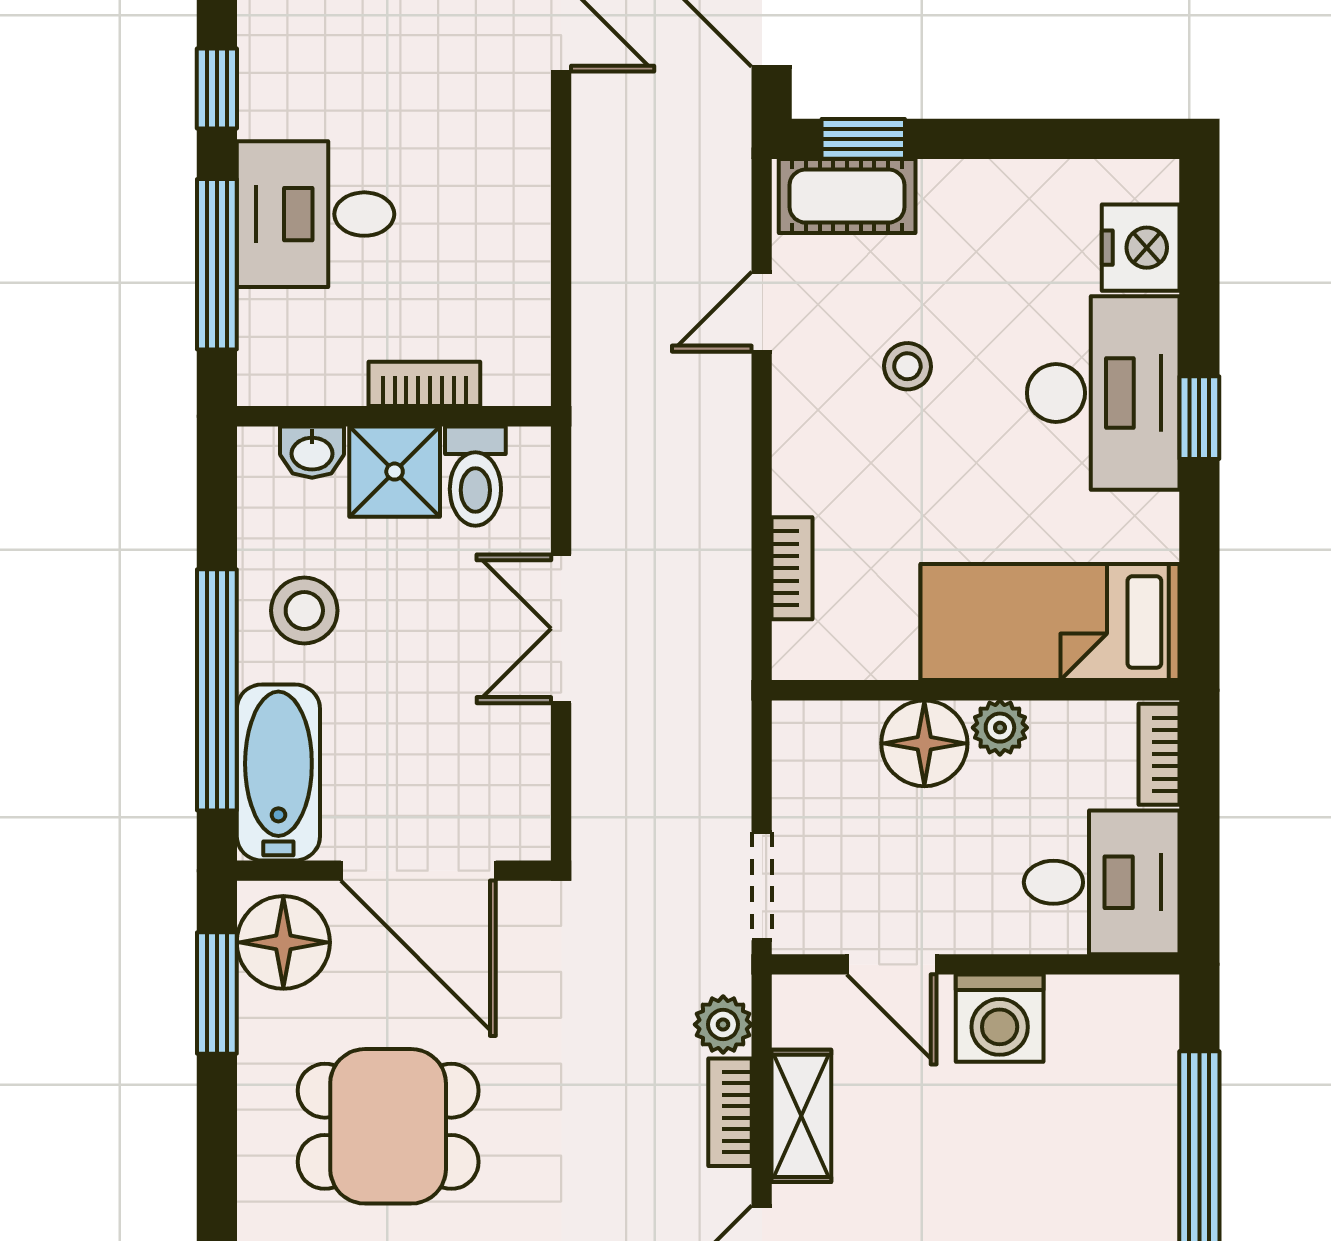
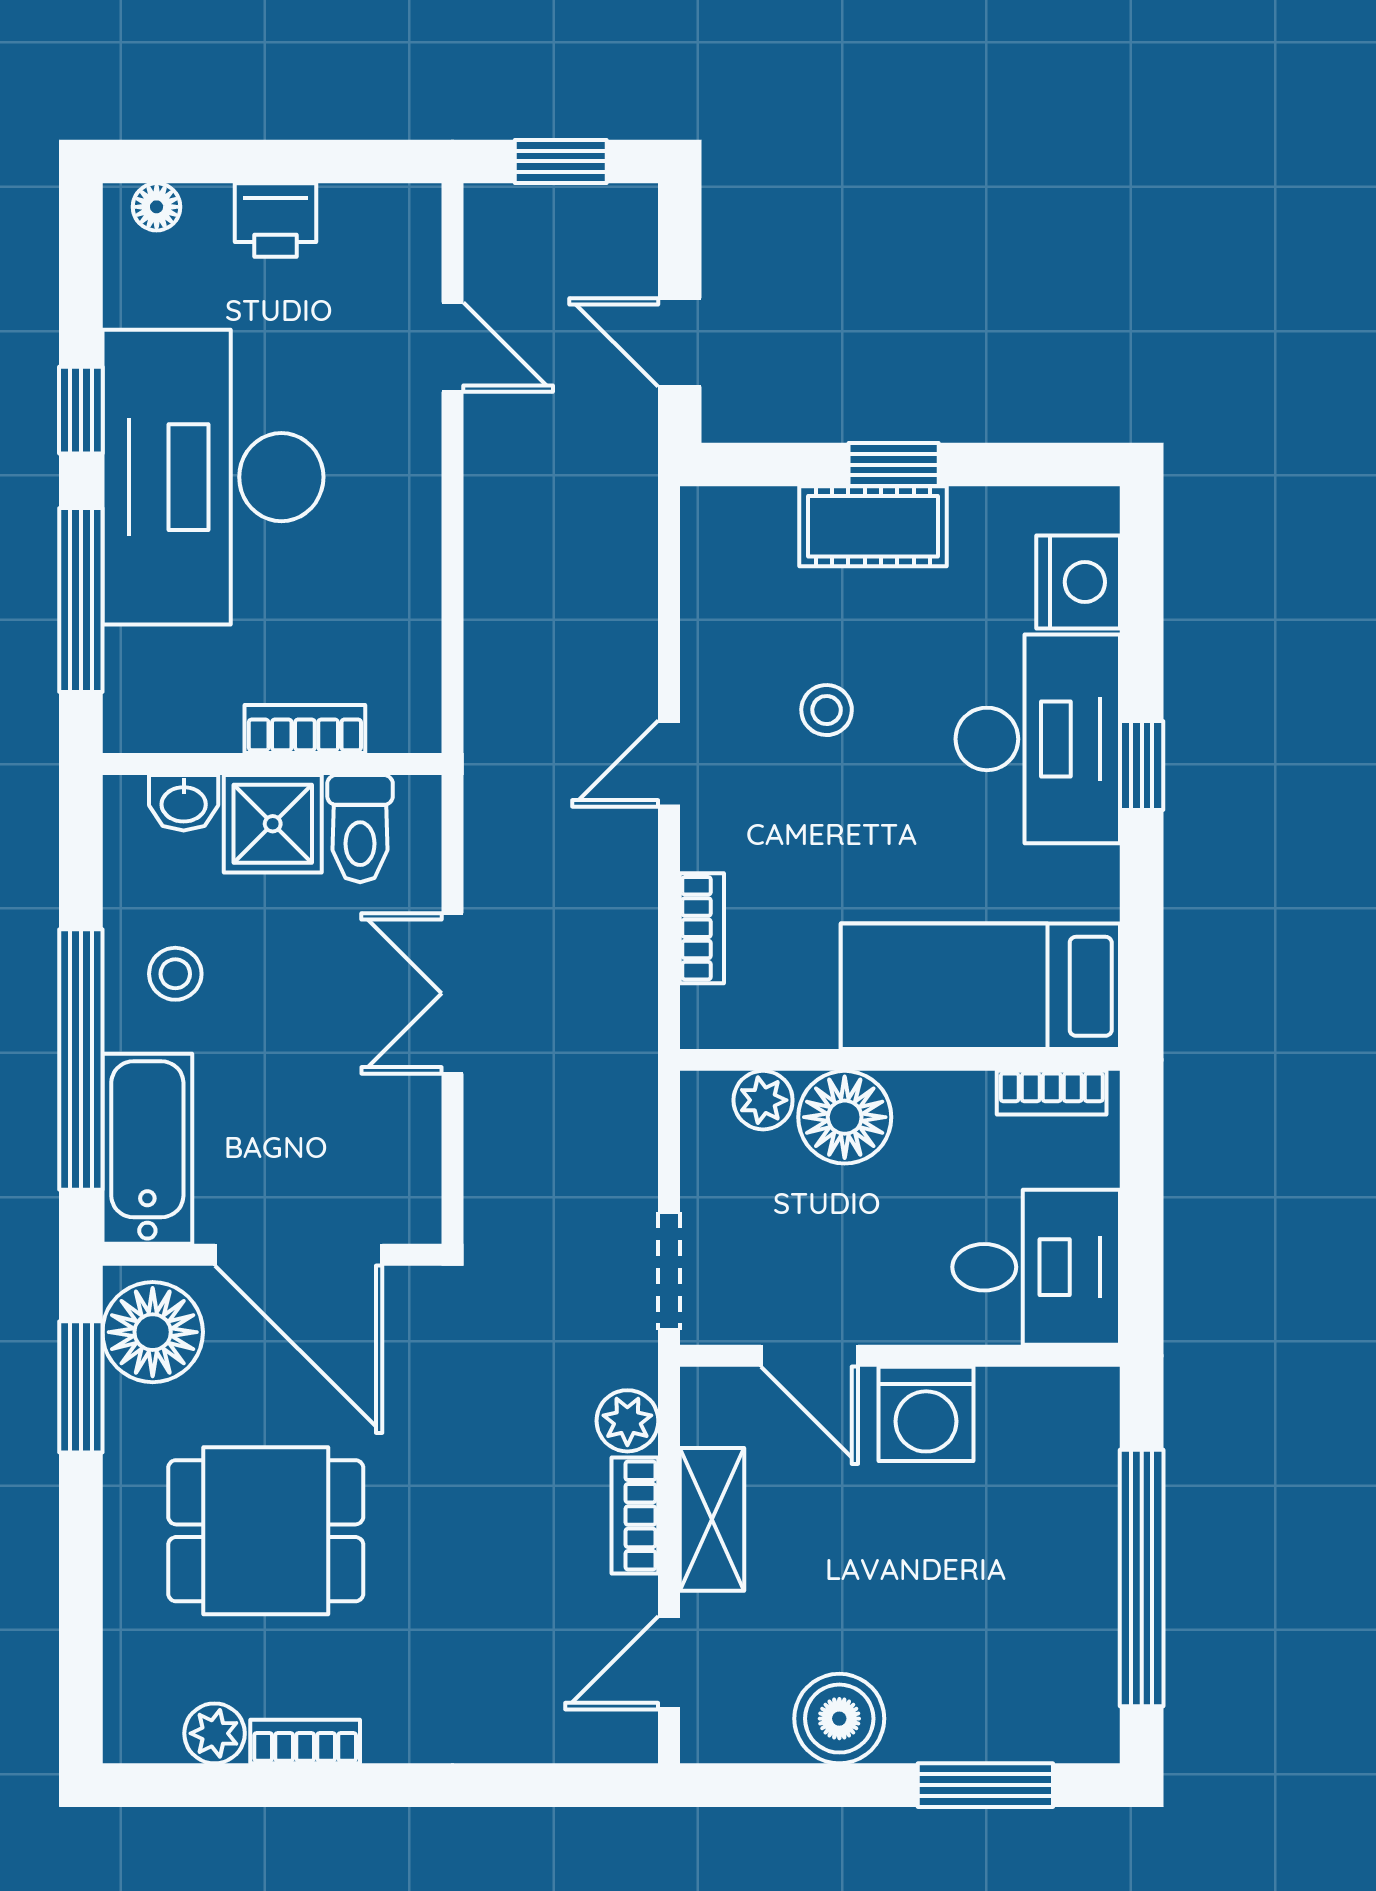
window: (863, 139) -> (894, 465), moved
cot: (847, 196) -> (873, 526), moved
desk: (316, 214) -> (213, 477), width x1.87, depth x1.30
door: (762, 312) -> (669, 764), moved
stool: (304, 610) -> (175, 974), width x0.73, depth x0.73
plant: (1000, 728) -> (763, 1100), moved
bookcase: (1159, 754) -> (1052, 1093), moved, turned -90

